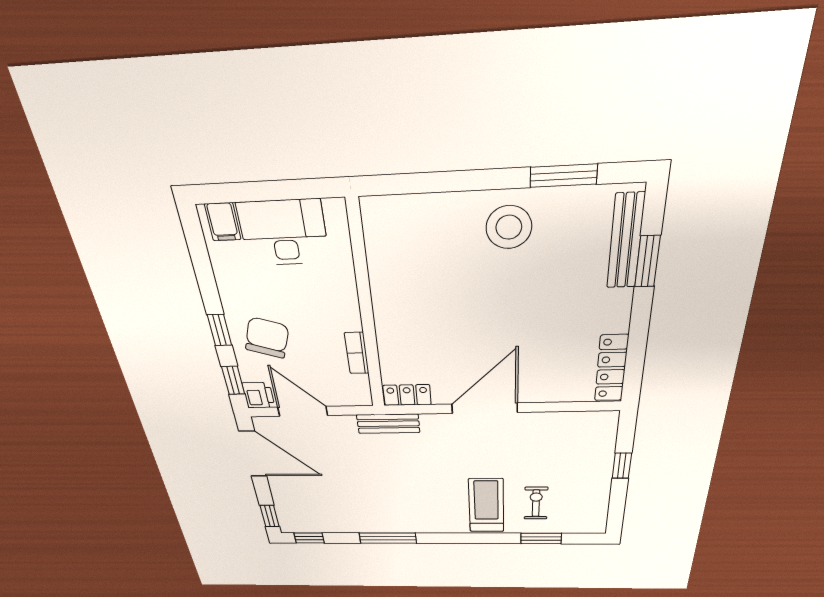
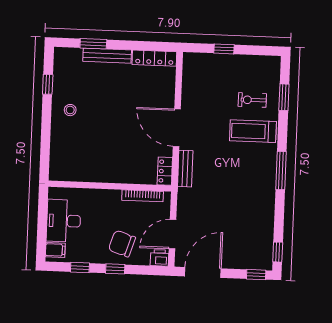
window: (563, 176) -> (48, 84), width x0.67
stool: (509, 227) -> (70, 110), width x0.53, depth x0.53
bench: (626, 241) -> (107, 56), moved
bookcase: (357, 353) -> (143, 196), width x1.56
window: (233, 380) -> (80, 267), moved
bench: (388, 424) -> (185, 169), moved
window: (388, 538) -> (281, 171), moved

